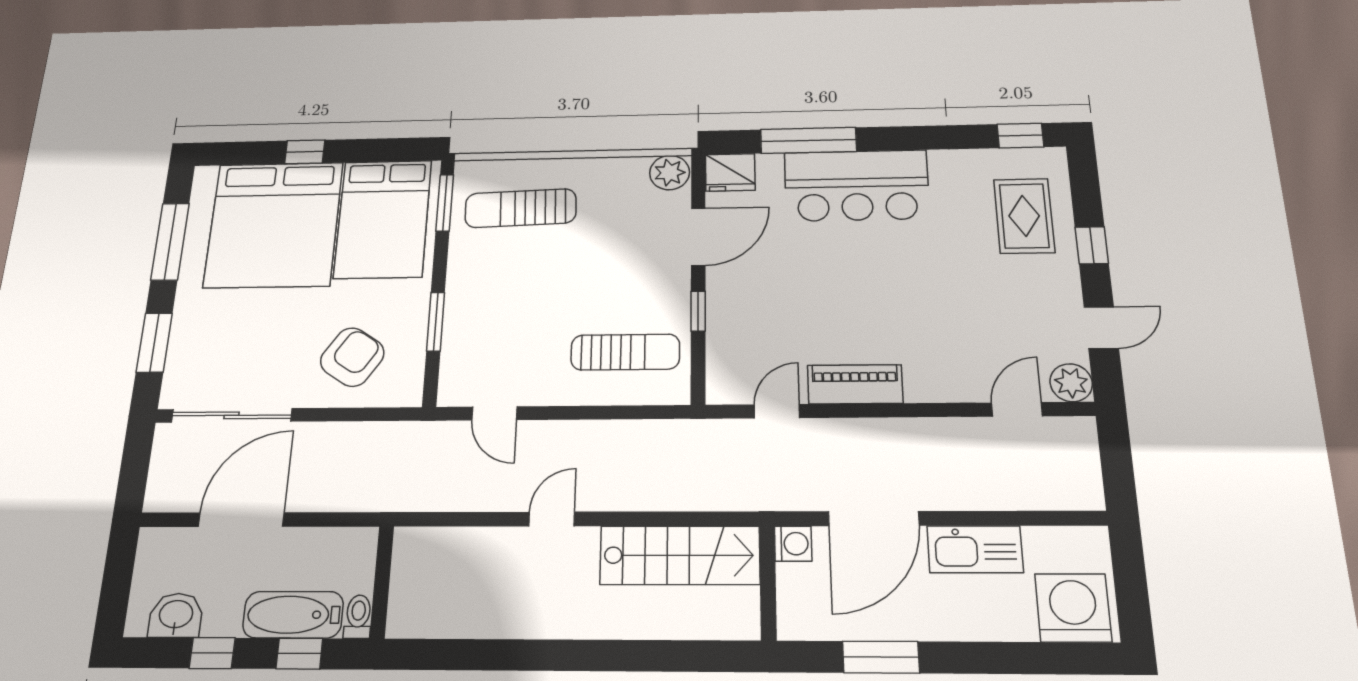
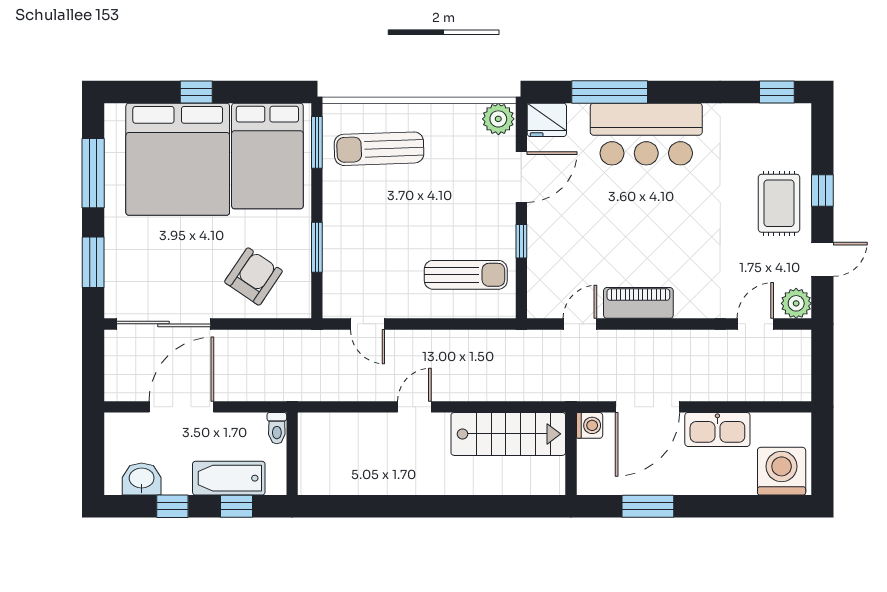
rug: (1024, 216) -> (779, 203), moved
toilet: (358, 617) -> (277, 428), moved, turned 180

